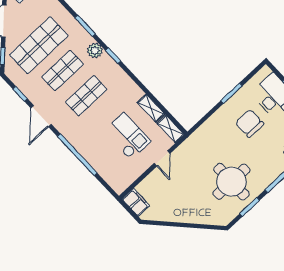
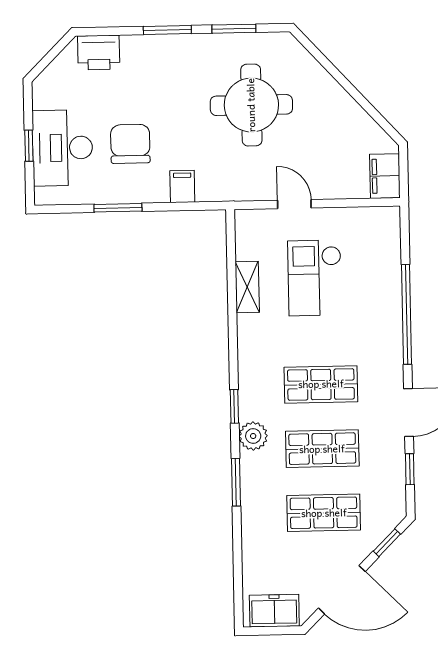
shop shelf: (39, 45) -> (324, 513), width x0.70, depth x0.74
chair: (250, 123) -> (130, 144), turned 180
filing cabinet: (213, 125) -> (182, 186), added
shelving: (171, 129) -> (246, 234), removed
door: (162, 158) -> (294, 204), hinge flipped
round table: (231, 182) -> (251, 105), moved

